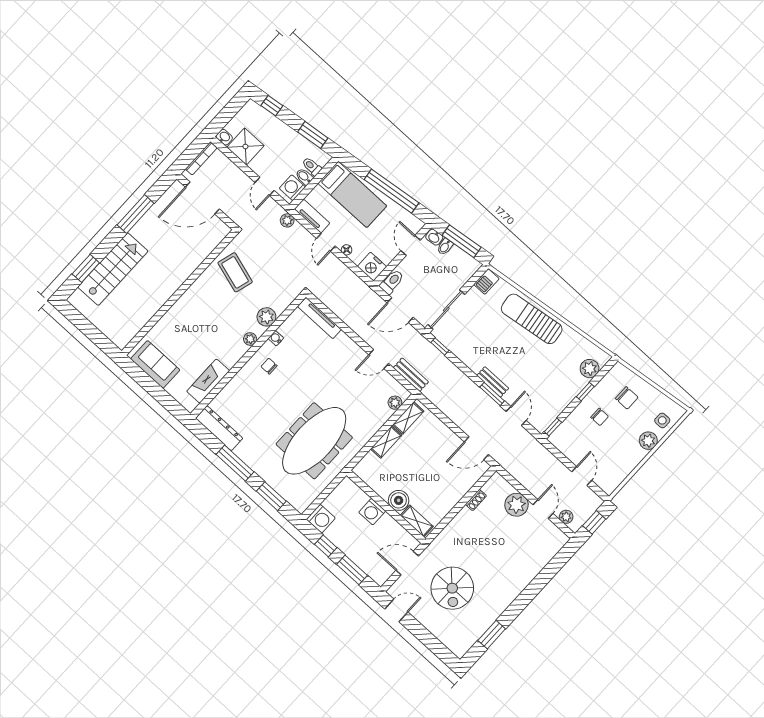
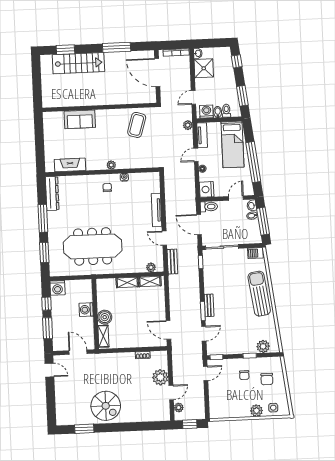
plant: (266, 317) -> (130, 162), removed
tv unit: (319, 318) -> (157, 210), moved
sofa: (155, 364) -> (80, 119), moved, turned 90
door: (582, 476) -> (206, 373), moved
spiral stairs: (452, 588) -> (106, 406), moved, turned -90

